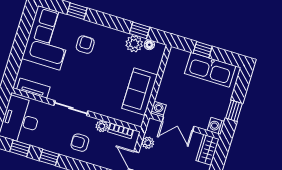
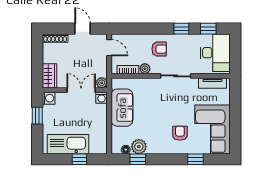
armchair: (85, 45) -> (180, 133), turned 180
plant: (148, 143) -> (102, 83), moved

